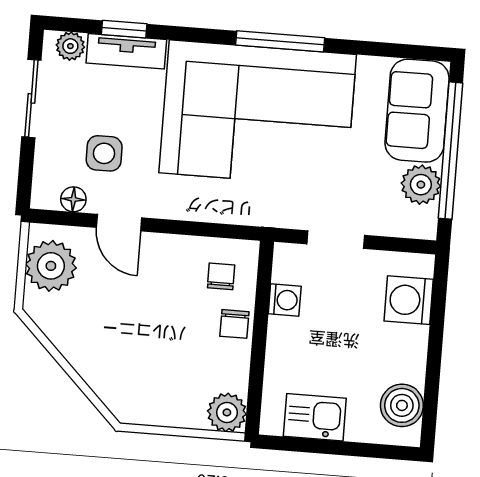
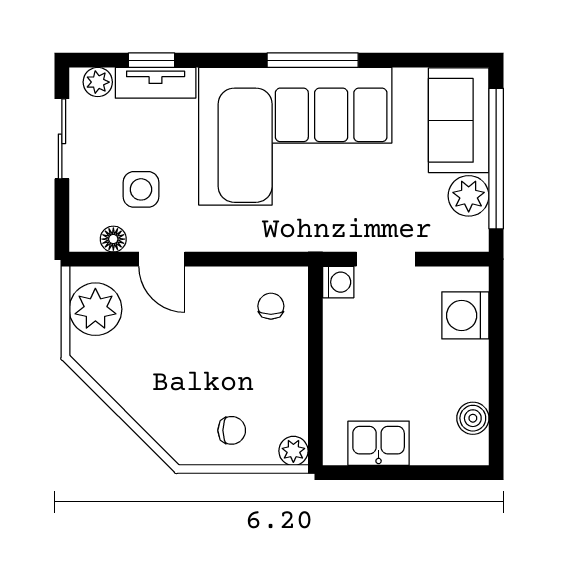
washing machine: (285, 300) -> (338, 282), moved
chair: (234, 324) -> (232, 430), moved, turned -90
boiler: (402, 405) -> (473, 418), width x0.73, depth x0.73
plant: (227, 412) -> (293, 451), width x0.73, depth x0.73

